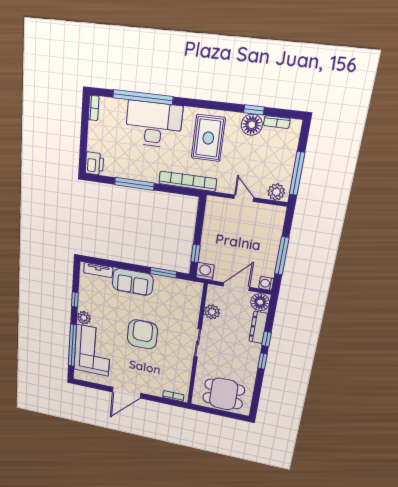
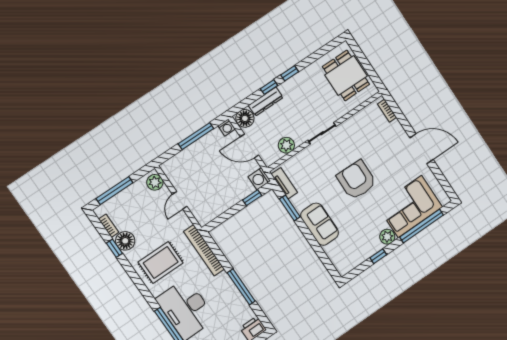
window: (297, 174) -> (114, 191), moved
tv unit: (98, 270) -> (284, 183), moved
armchair: (142, 334) -> (357, 180), turned 91

